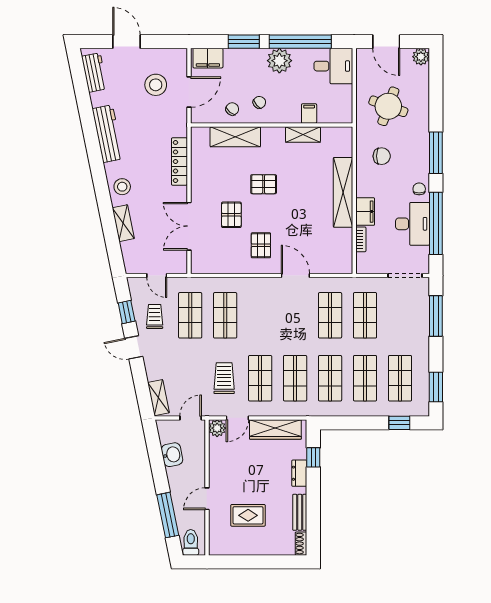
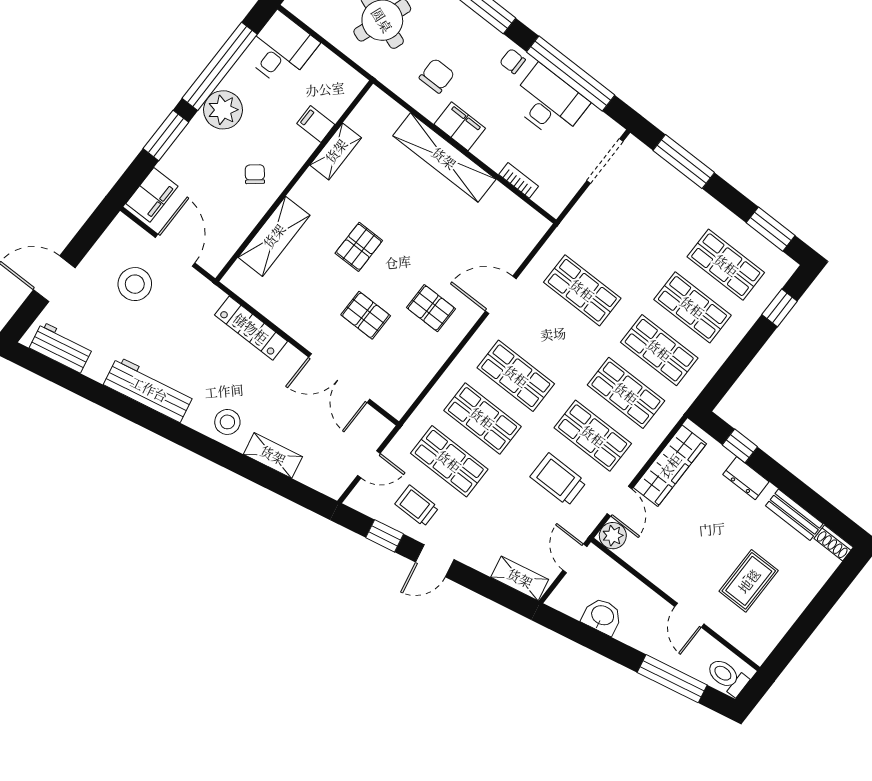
chair: (232, 109) -> (237, 214), removed
filing cabinet: (365, 212) -> (460, 126), moved
shop shelf: (365, 315) -> (516, 376), moved

